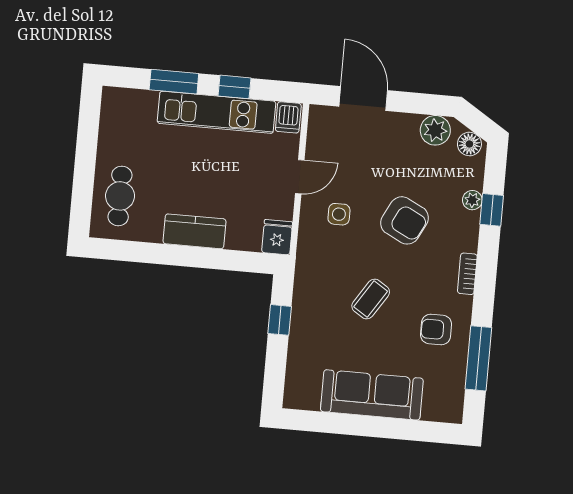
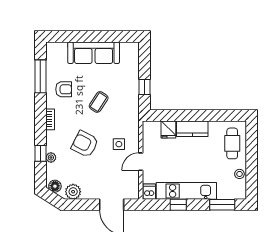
window: (174, 82) -> (222, 205), moved
stool: (111, 136) -> (239, 174), added
fridge: (277, 237) -> (168, 129), moved

